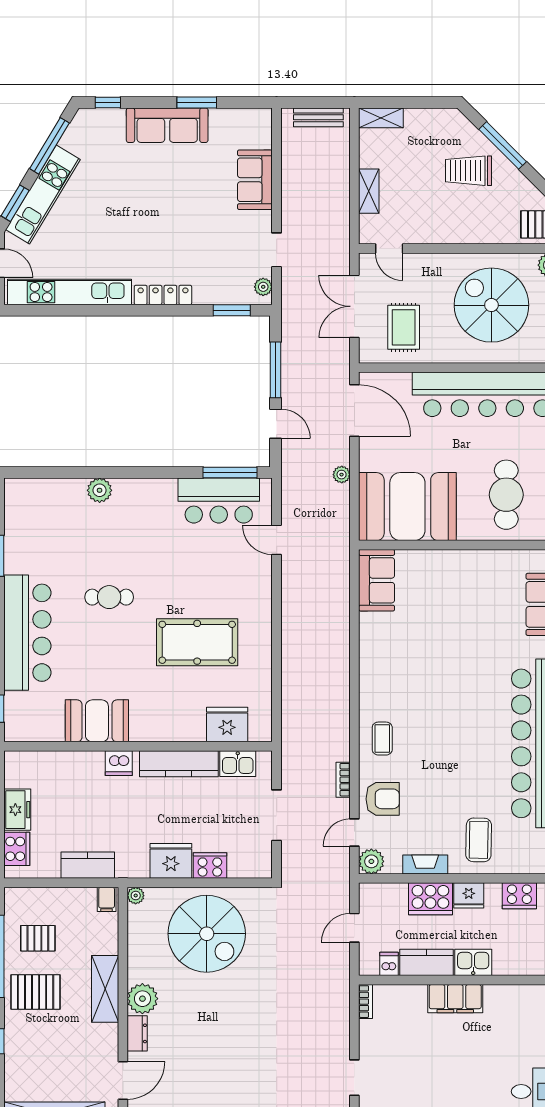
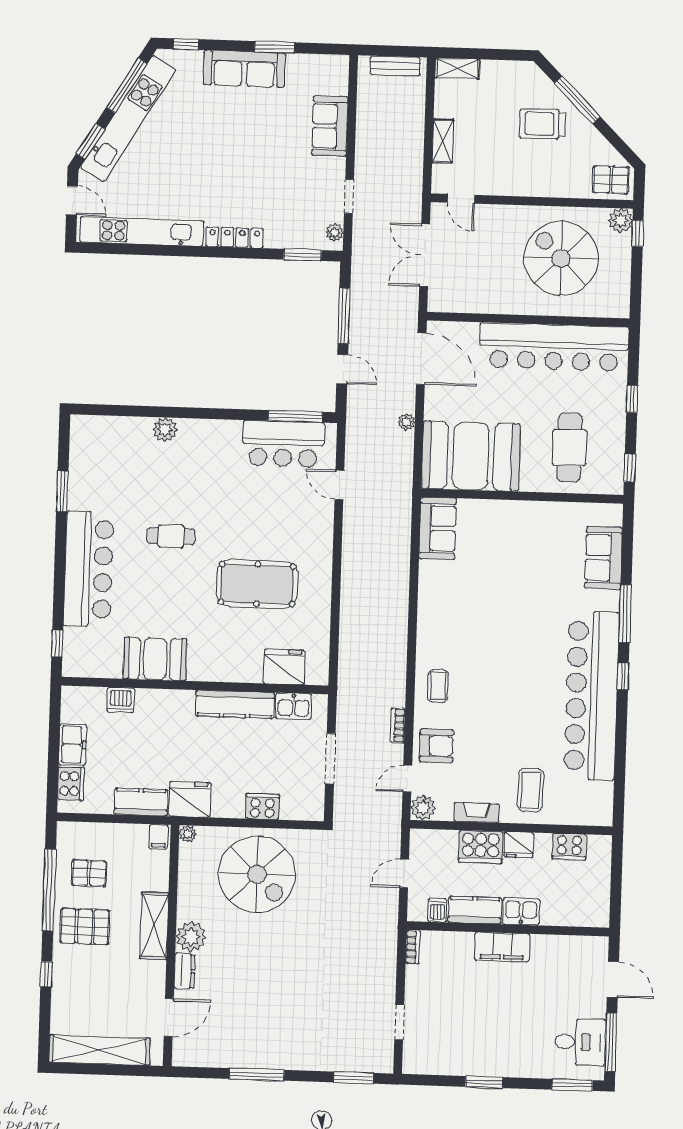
kitchen unit: (43, 195) -> (128, 119), width x1.36
rug: (404, 327) -> (473, 278), removed
dishwasher: (119, 763) -> (121, 700), moved
fridge: (171, 861) -> (190, 799), moved

